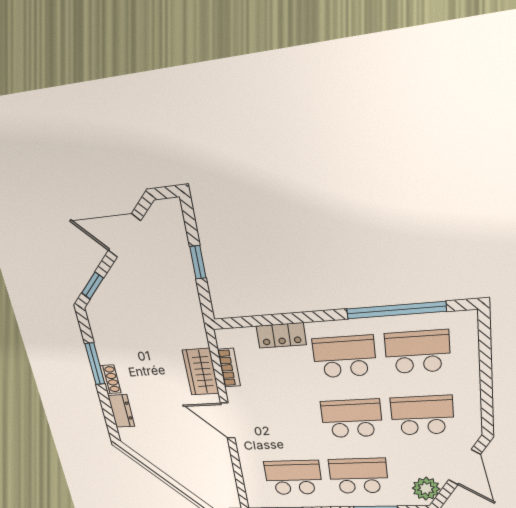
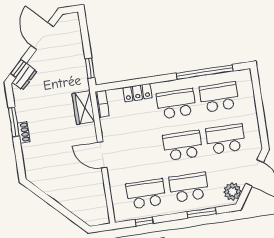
door: (124, 236) -> (42, 36), hinge flipped
window: (198, 262) -> (90, 68), moved
bookcase: (229, 368) -> (102, 104), moved
wardrobe: (201, 372) -> (83, 108), moved
dresser: (121, 411) -> (25, 77), moved, turned 45

